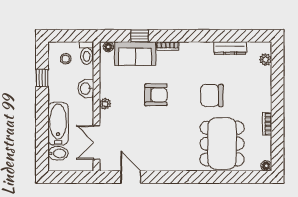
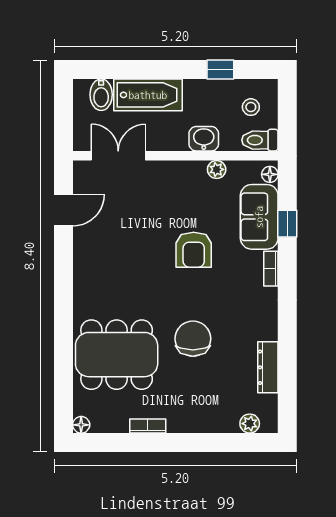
plant: (105, 104) -> (217, 169), moved

